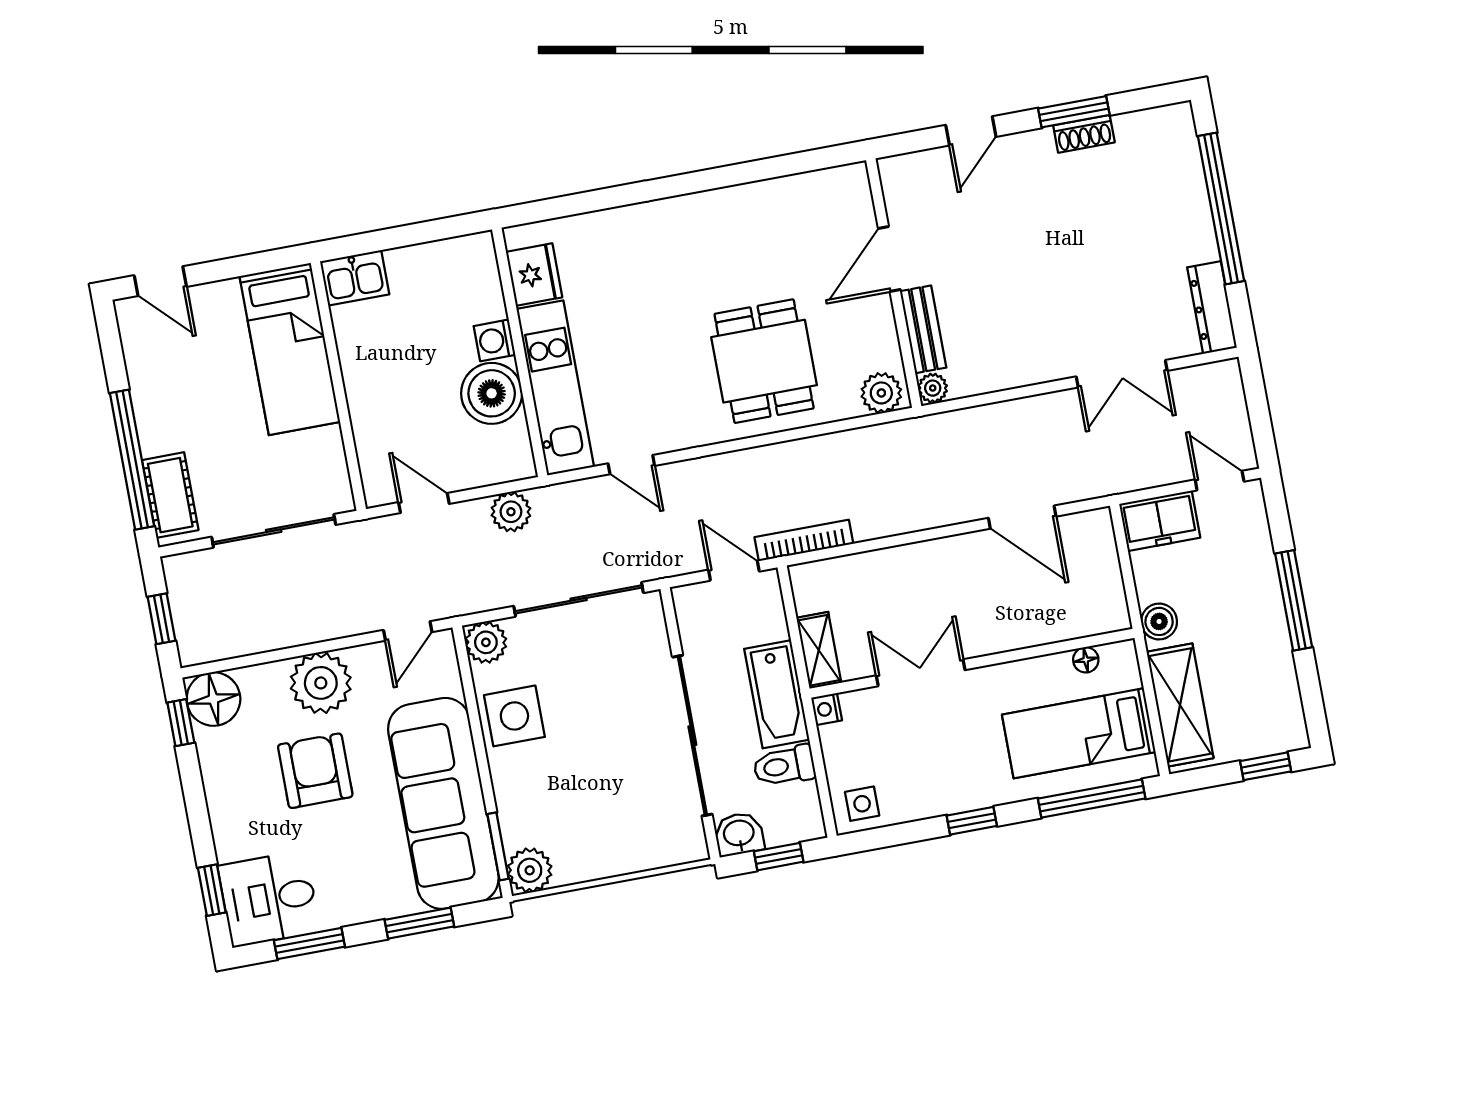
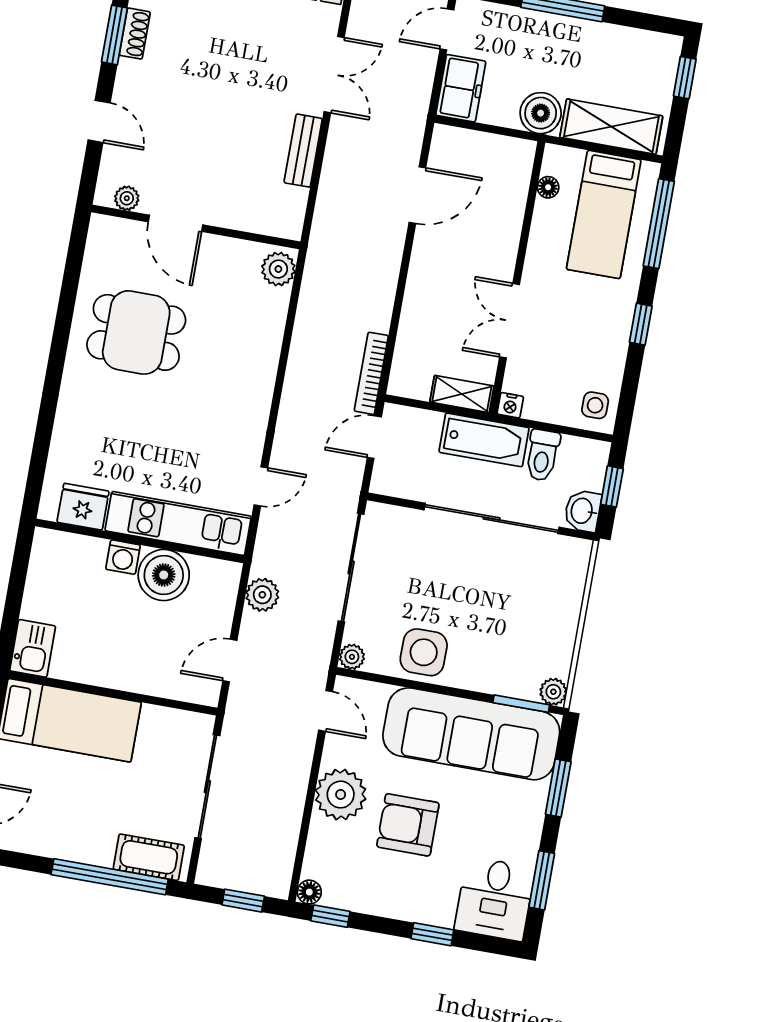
bench: (923, 329) -> (303, 151), moved, turned 90
dining table: (764, 361) -> (136, 332), moved
plant: (933, 388) -> (127, 198), moved
boiler: (1159, 621) -> (541, 113), width x1.36, depth x1.36
plant: (486, 642) -> (352, 657), width x0.73, depth x0.73
floor lamp: (213, 699) -> (309, 892), width x0.53, depth x0.53
plant: (530, 870) -> (553, 692), width x0.73, depth x0.73
window: (212, 890) -> (432, 934), moved

